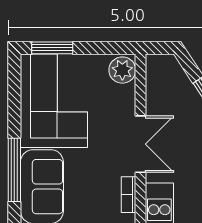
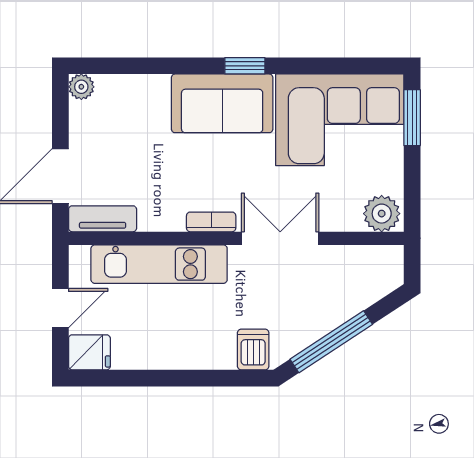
double door: (140, 144) -> (280, 238), swing flipped
window: (14, 170) -> (245, 66), width x0.46

